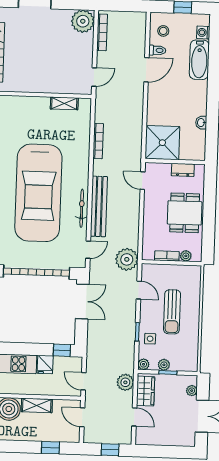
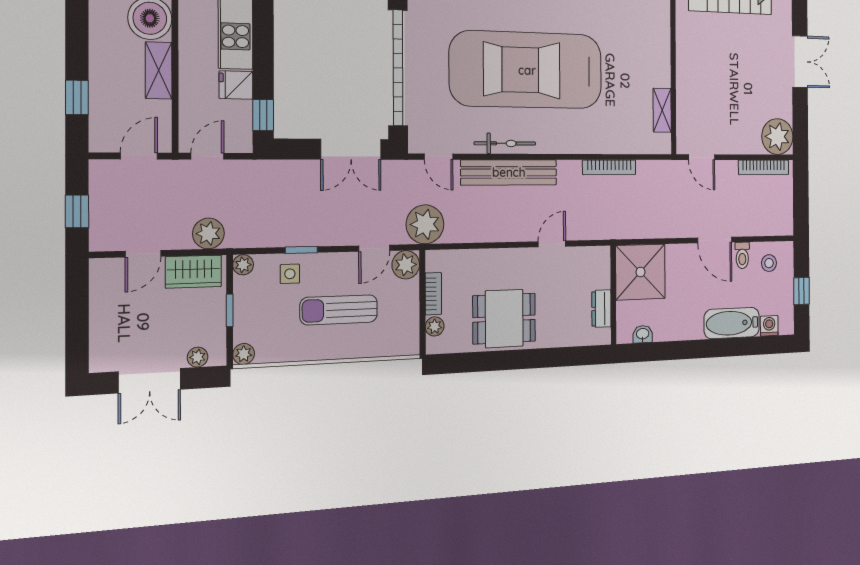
shower: (162, 143) -> (640, 272), moved
wall: (175, 162) -> (613, 295), moved
dresser: (183, 170) -> (601, 309), moved
plant: (149, 272) -> (406, 265), added
plant: (164, 365) -> (244, 354), moved

